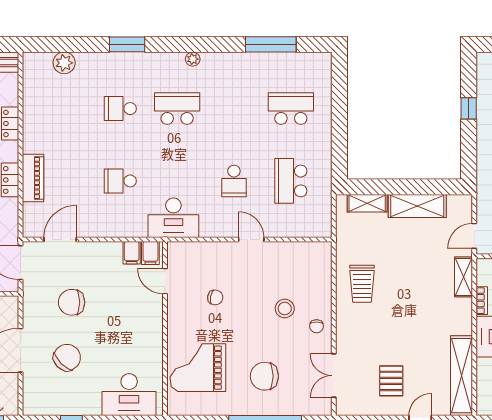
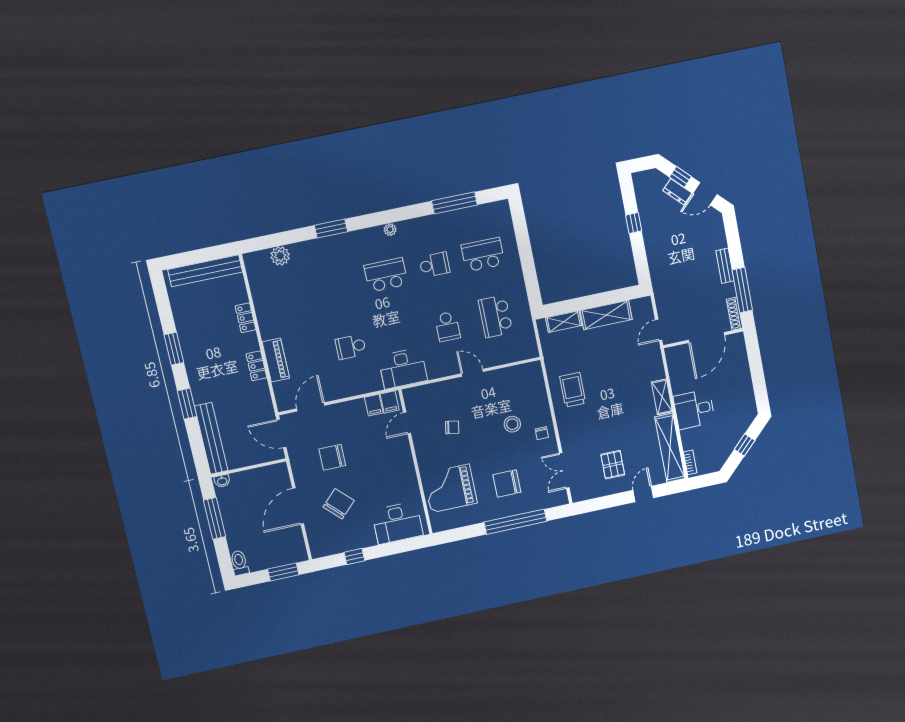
school desk: (120, 109) -> (434, 265), moved, turned 180
shelving: (463, 277) -> (662, 397), moved
door: (165, 281) -> (407, 423), hinge flipped
trolley: (362, 284) -> (573, 390), turned 180
bookcase: (482, 301) -> (690, 462), moved

